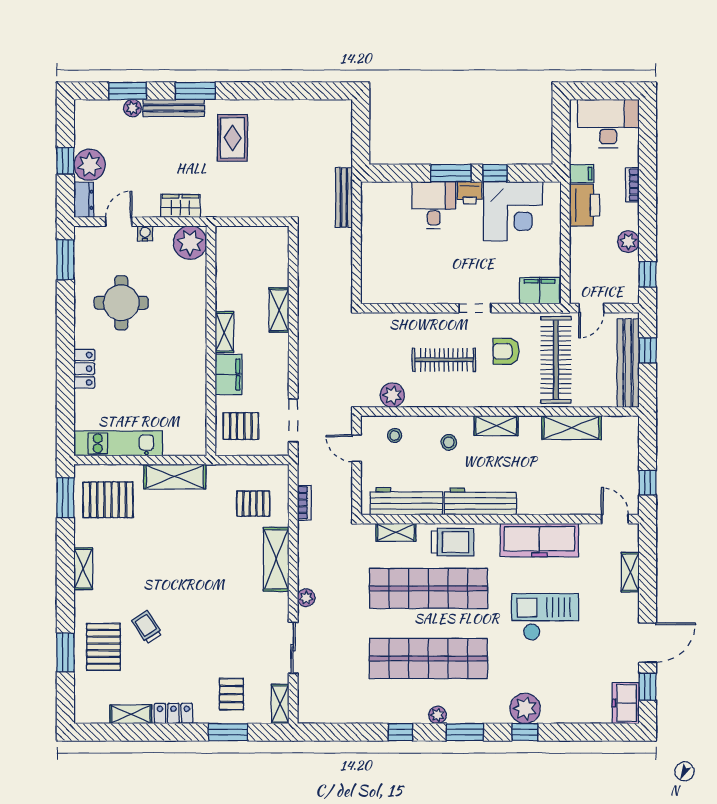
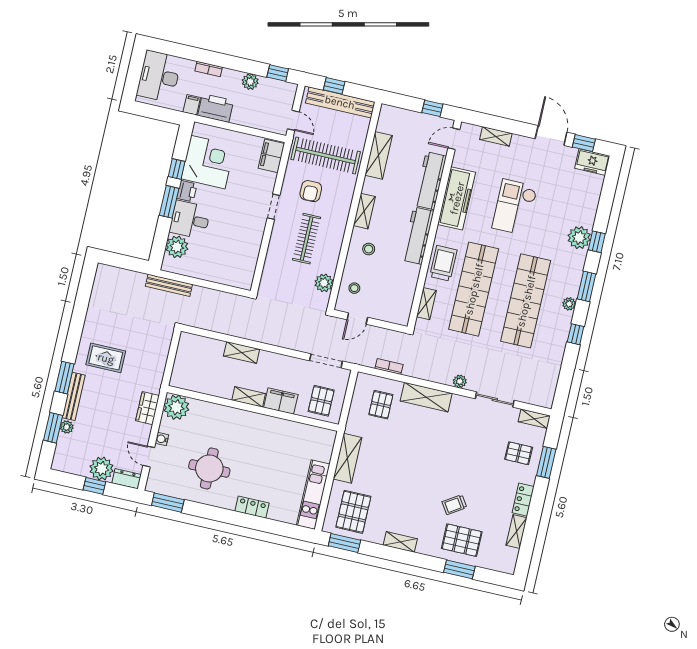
plant: (395, 196) -> (177, 247), added
workbench: (406, 501) -> (430, 181), moved

